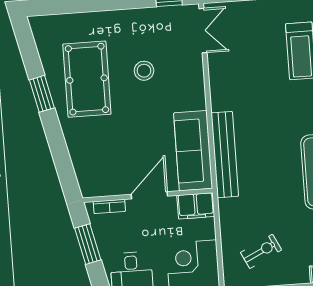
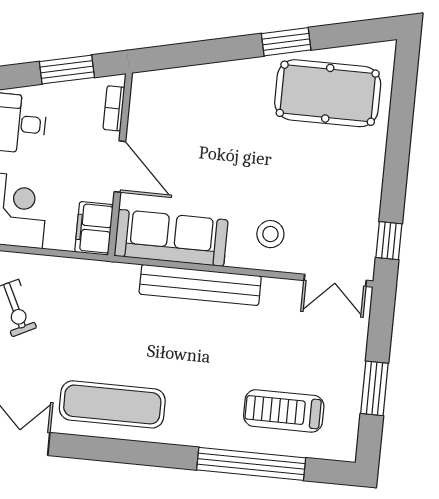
stool: (144, 71) -> (270, 234), moved
pool table: (87, 79) -> (328, 93), moved
bench: (225, 155) -> (200, 285), moved

